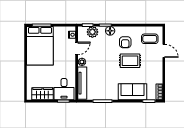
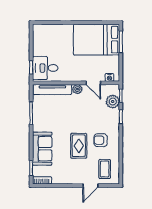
floor lamp: (110, 31) -> (114, 122), removed
wardrobe: (43, 94) -> (40, 43), removed

